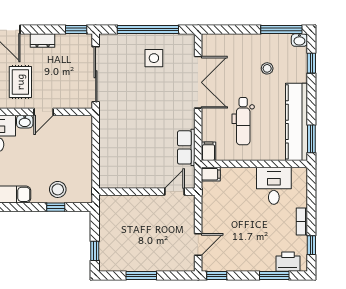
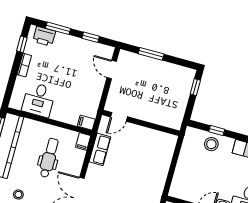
door: (198, 244) -> (112, 70), hinge flipped
window: (141, 275) -> (151, 54), moved
window: (217, 275) -> (91, 37), moved

